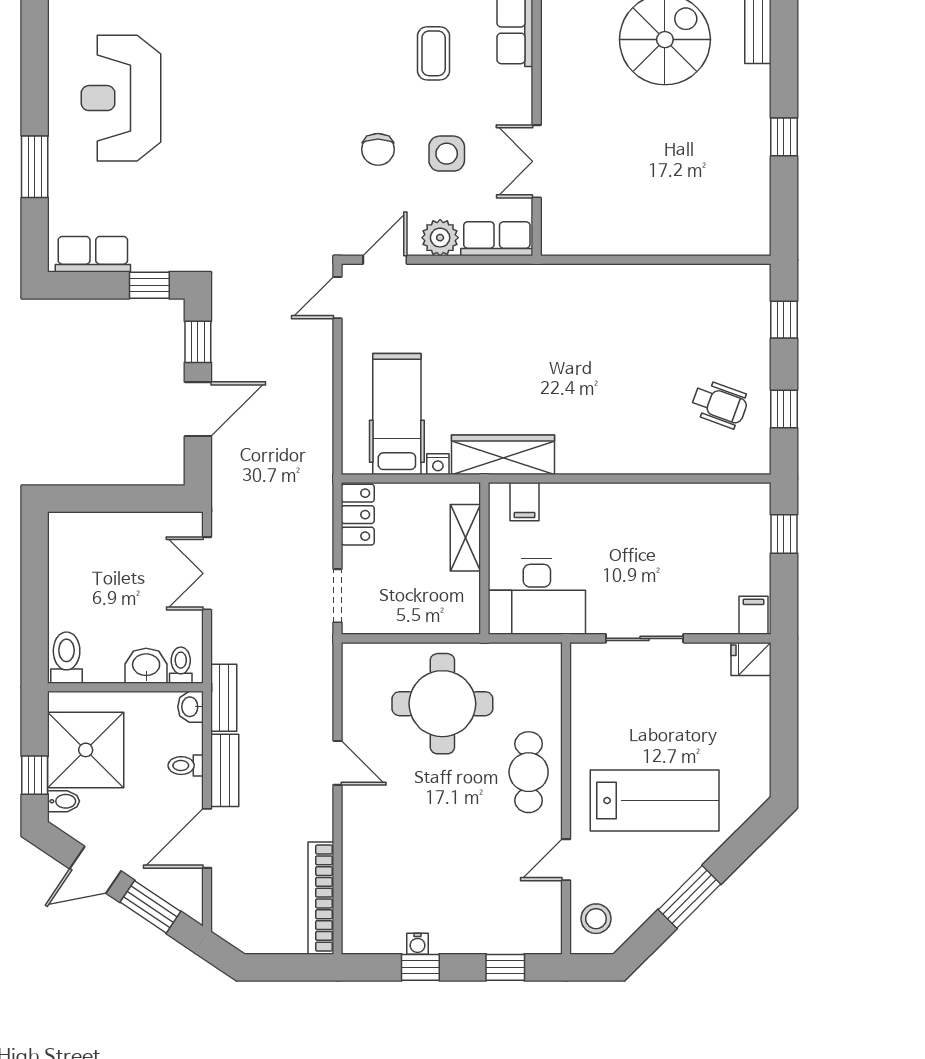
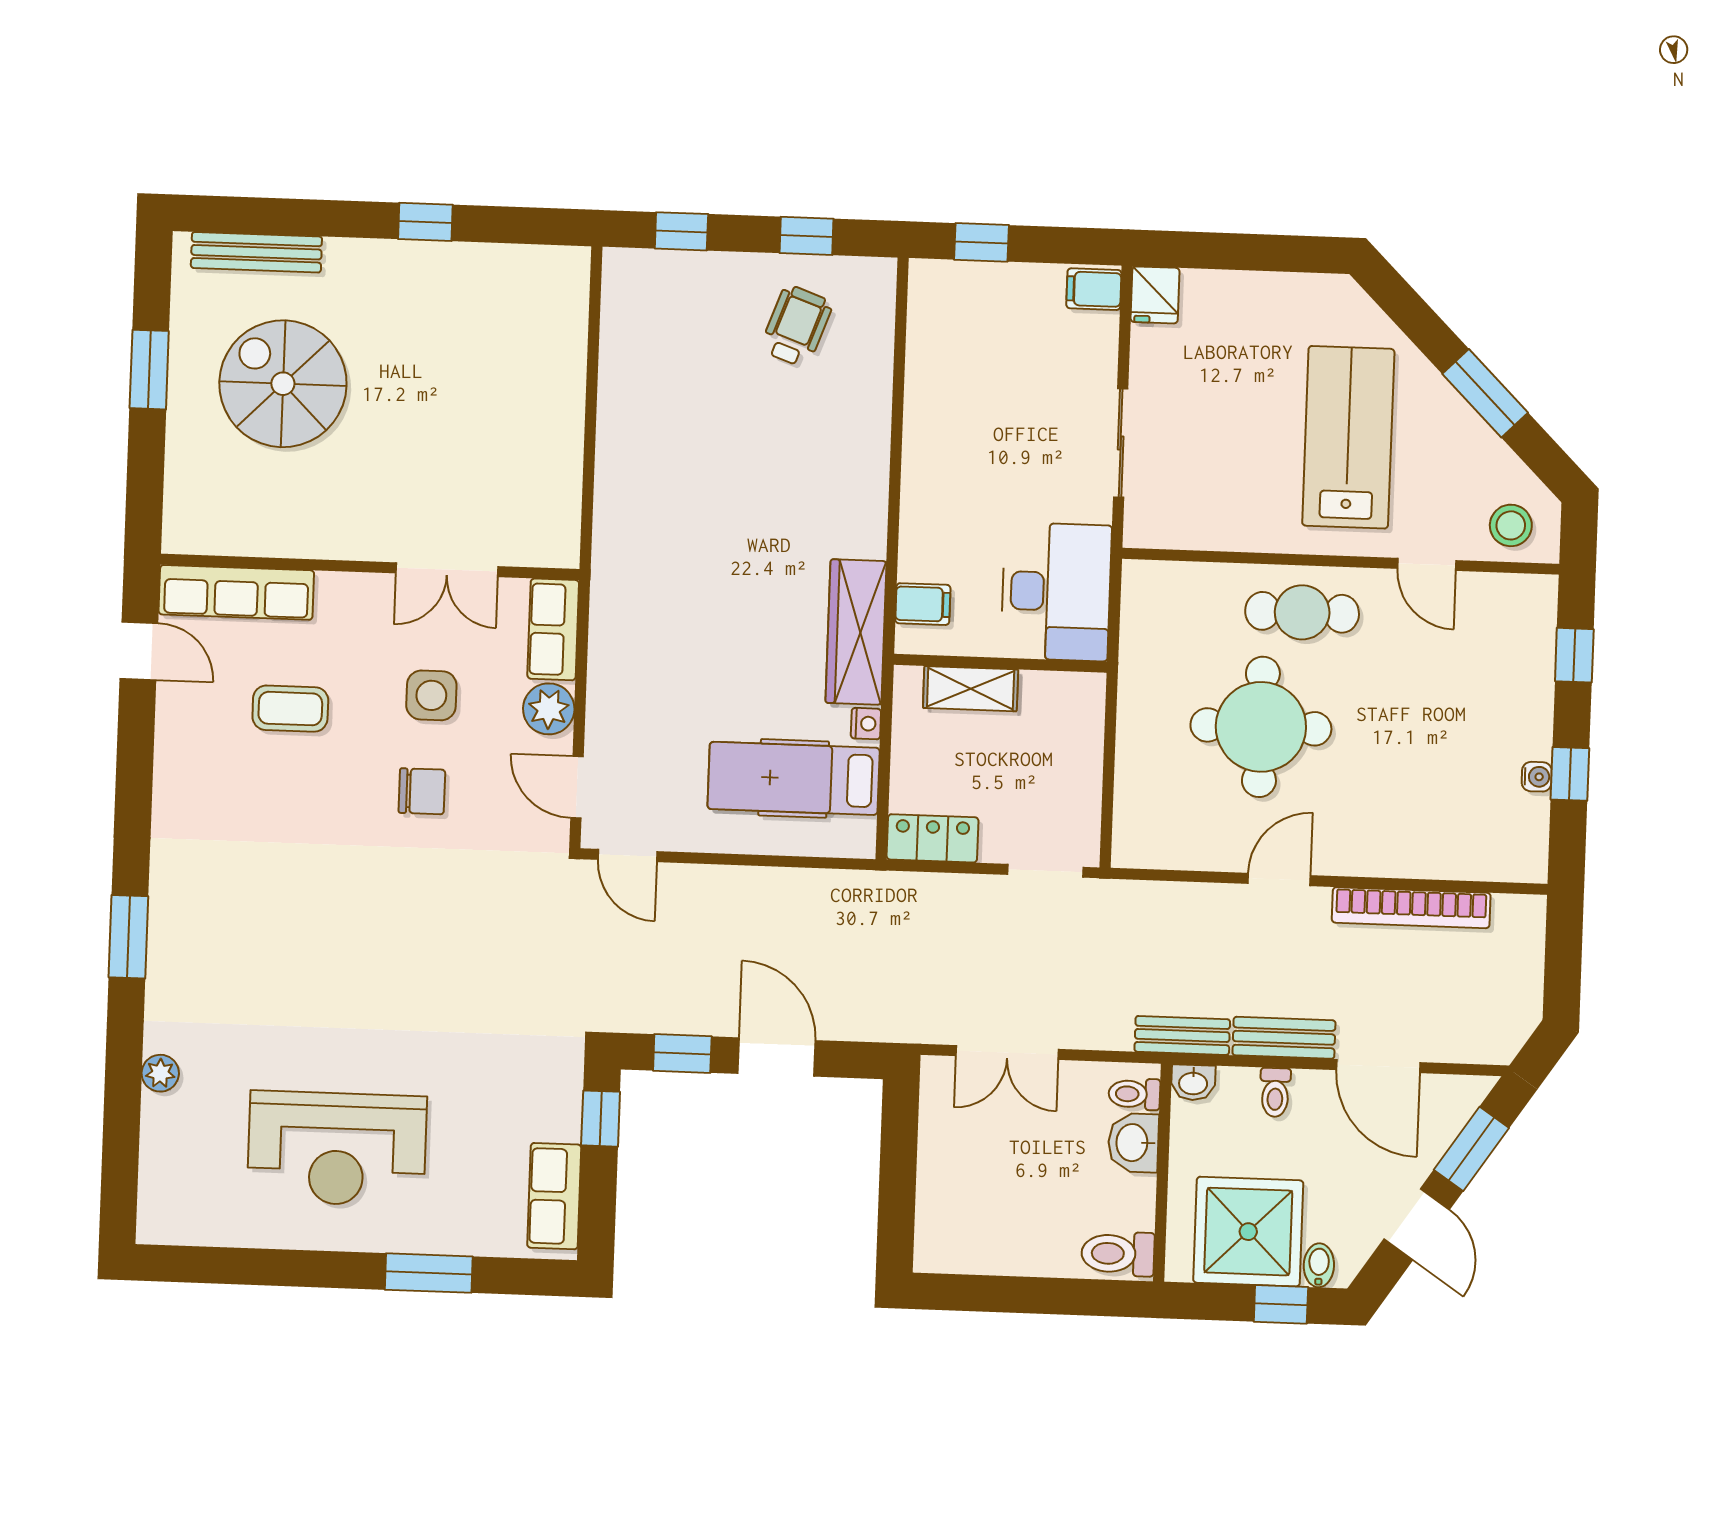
round table: (442, 704) -> (1261, 727), moved
bookcase: (321, 898) -> (1411, 908), moved

